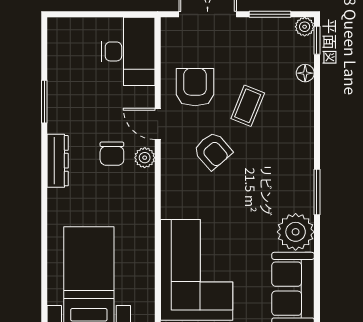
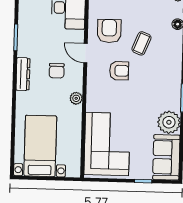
armchair: (213, 151) -> (119, 71), turned -49
plant: (145, 158) -> (76, 98), moved

